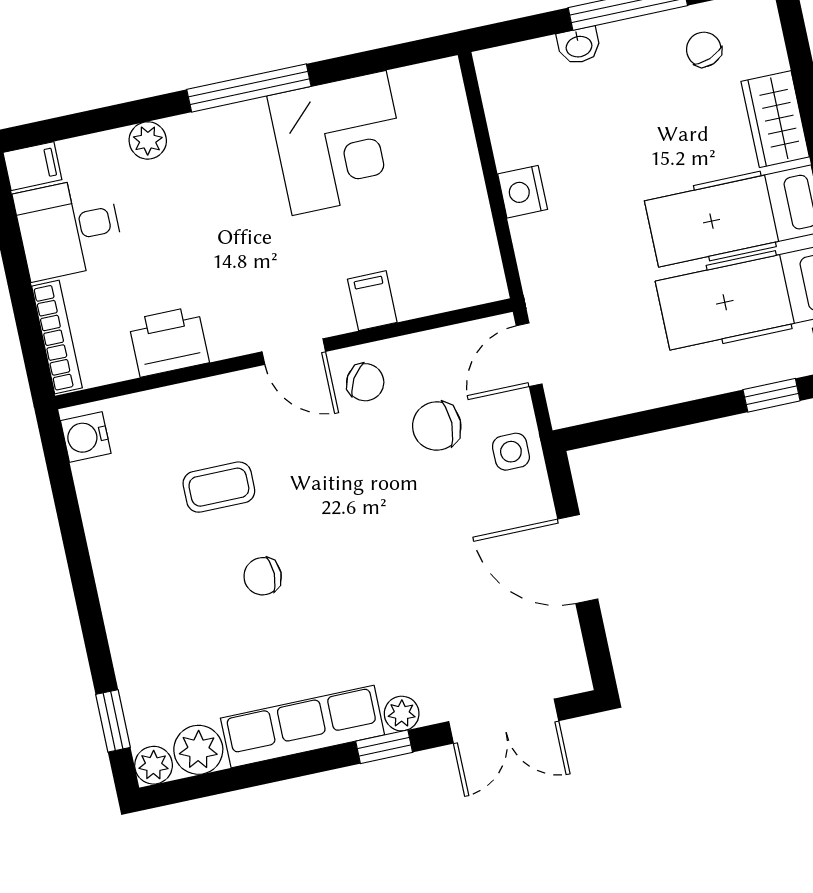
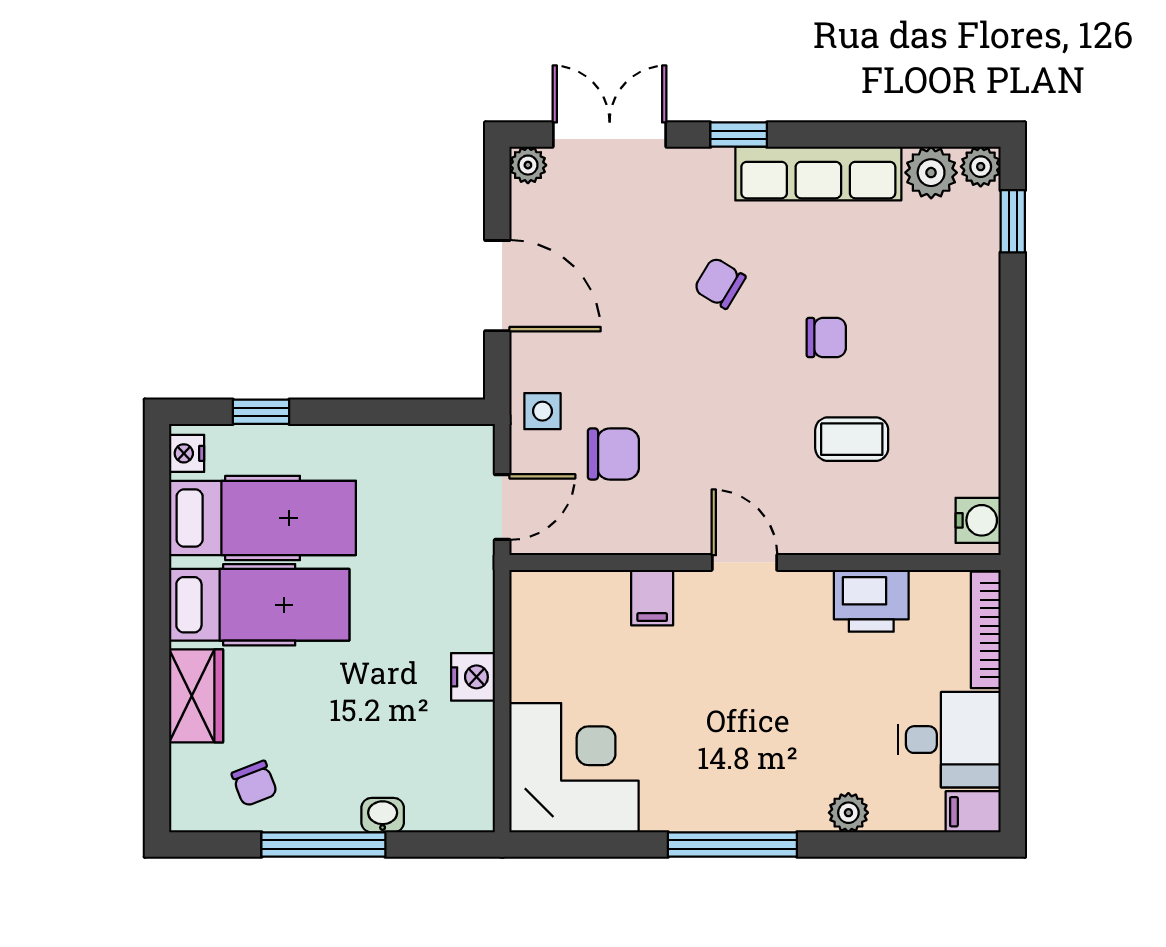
corner desk: (339, 143) -> (574, 768), moved, turned 90
chair: (365, 382) -> (720, 283), moved
plant: (402, 714) -> (528, 165), moved

